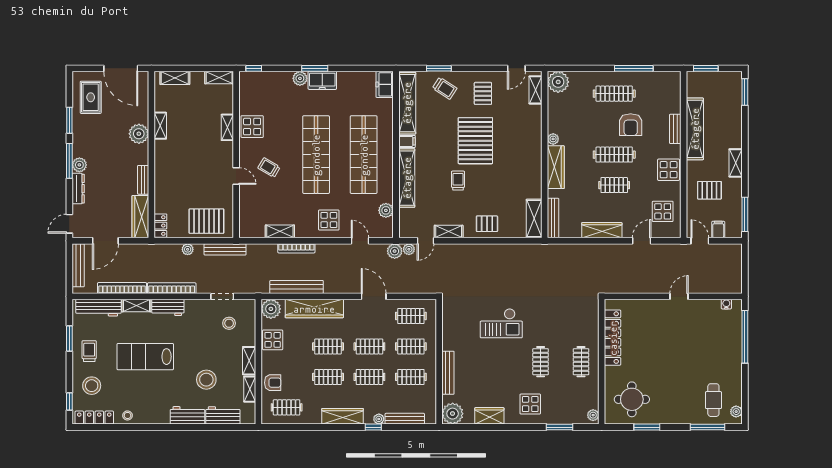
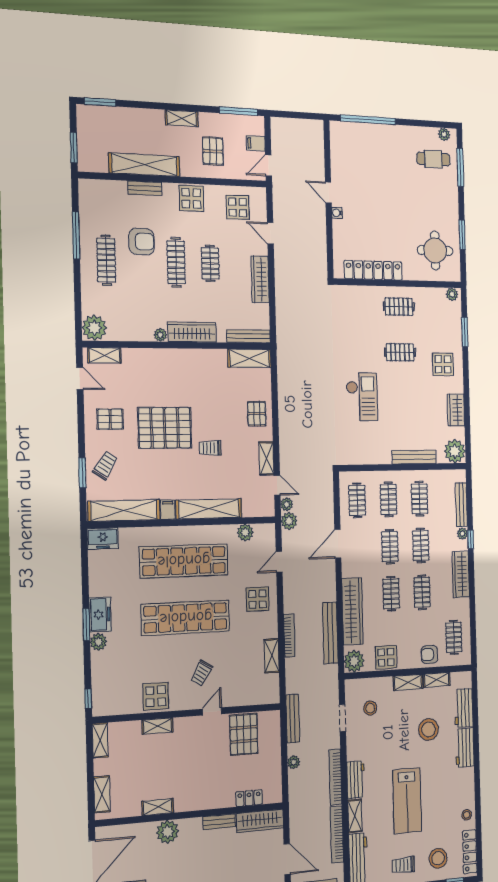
pallet: (206, 221) -> (244, 734), moved
locker: (160, 226) -> (249, 798), moved
water cooler: (726, 304) -> (337, 213), moved
armchair: (273, 383) -> (429, 654), turned -90

